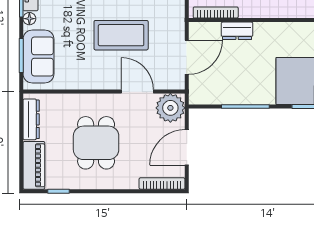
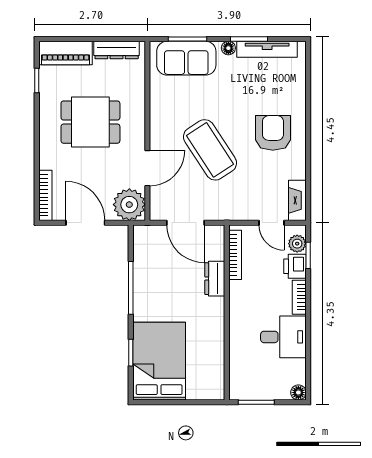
coffee table: (121, 35) -> (210, 150), turned -33

